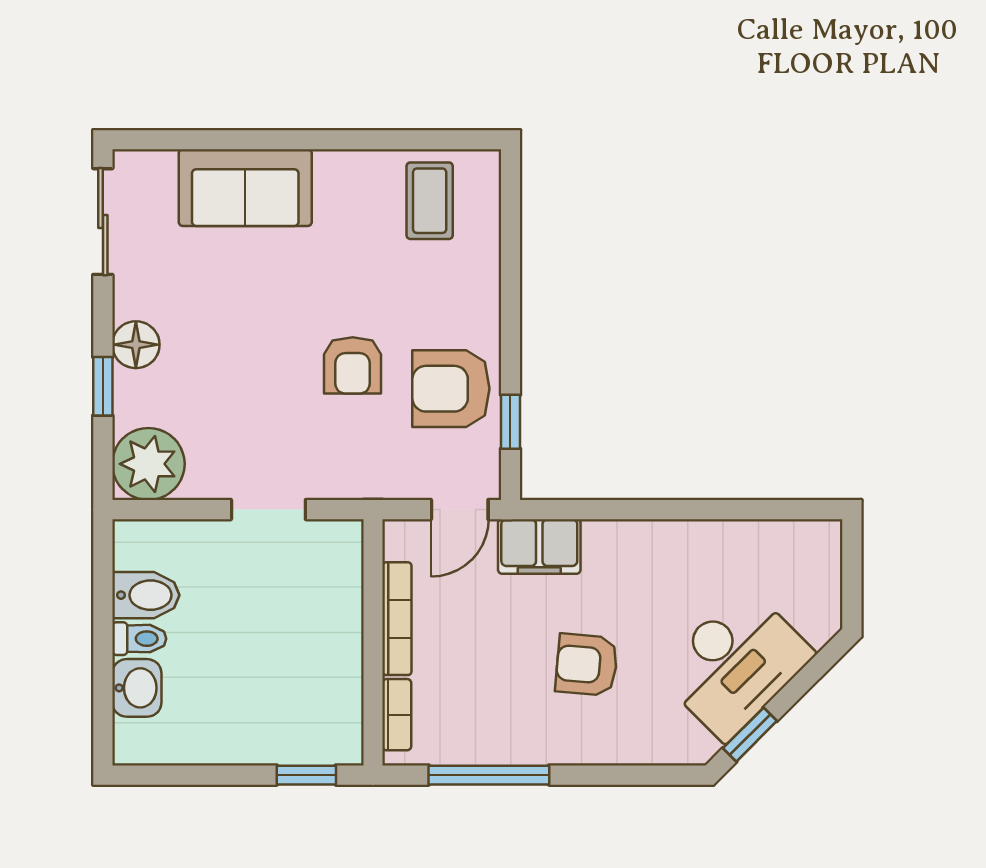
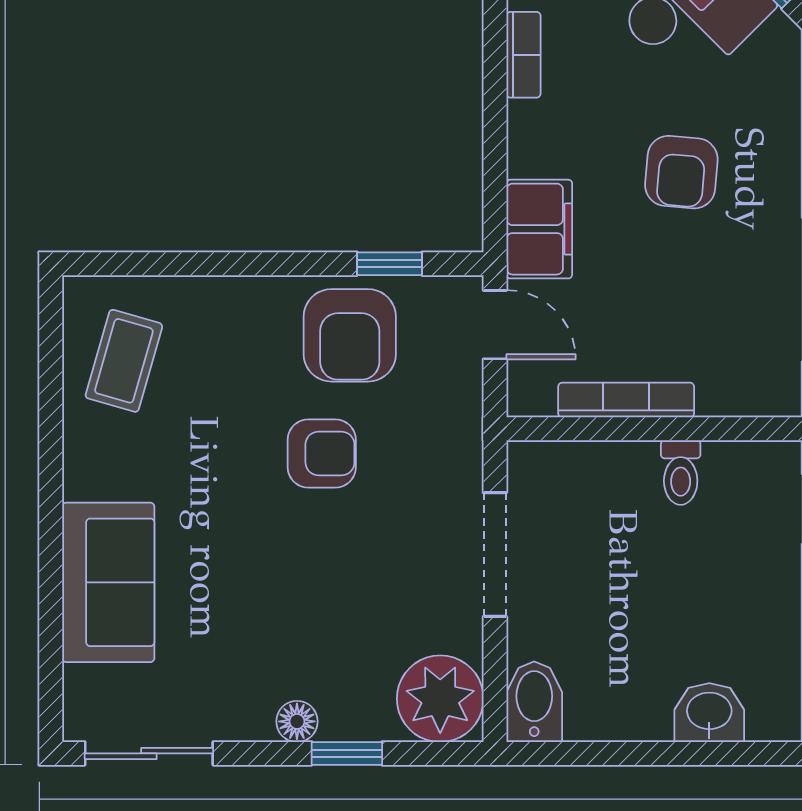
coffee table: (430, 201) -> (124, 361), turned -74
floor lamp: (136, 345) -> (297, 721), width x0.73, depth x0.73
doorway: (268, 510) -> (495, 555), width x1.38
bidet: (146, 595) -> (534, 702), moved
toilet: (139, 639) -> (681, 473), moved, turned 180
bookcase: (397, 715) -> (524, 55), moved, turned 90

